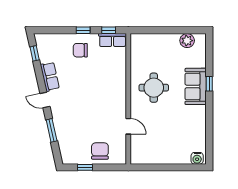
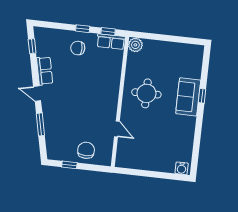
plant: (187, 41) -> (135, 45), moved

